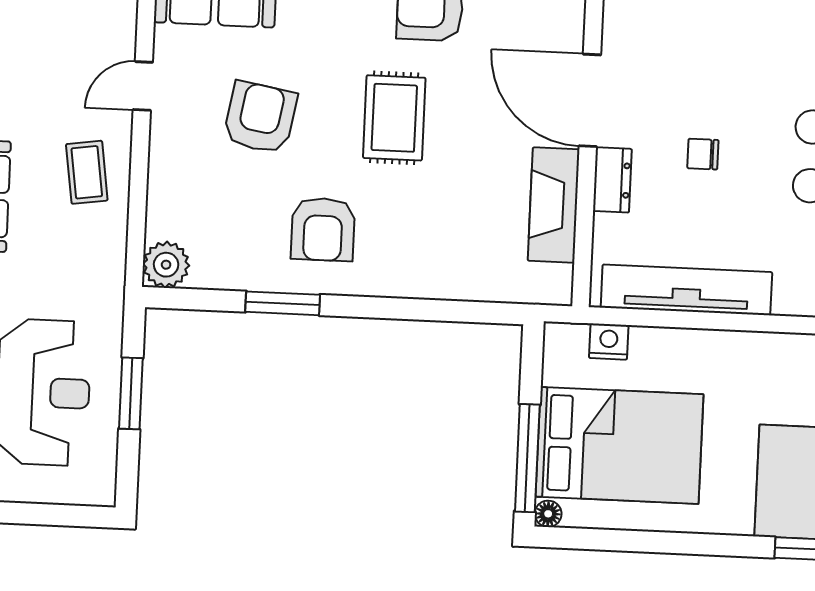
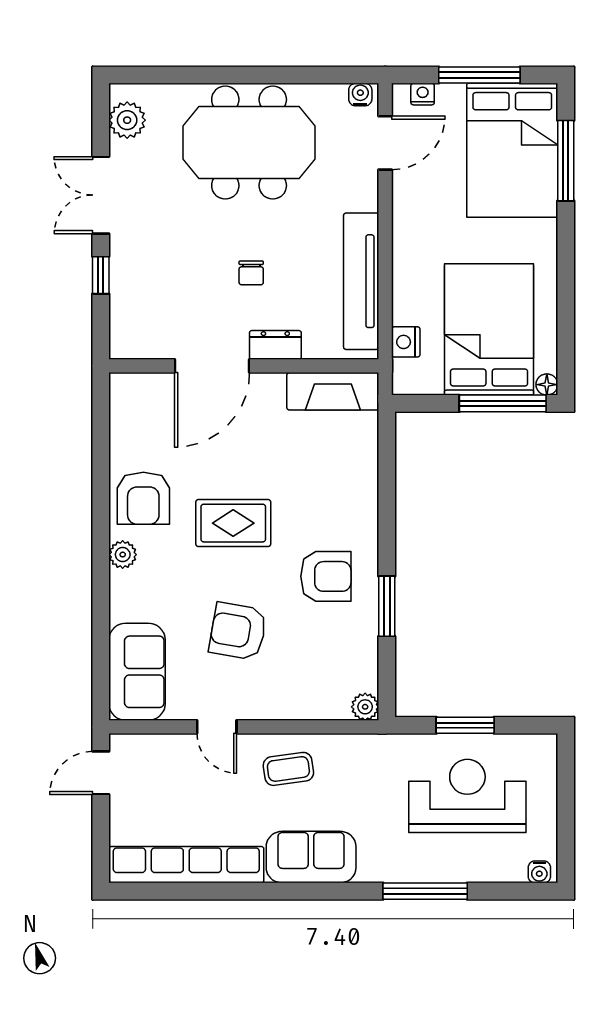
fireplace: (554, 205) -> (333, 391), moved
plant: (166, 265) -> (365, 707), width x0.73, depth x0.73

